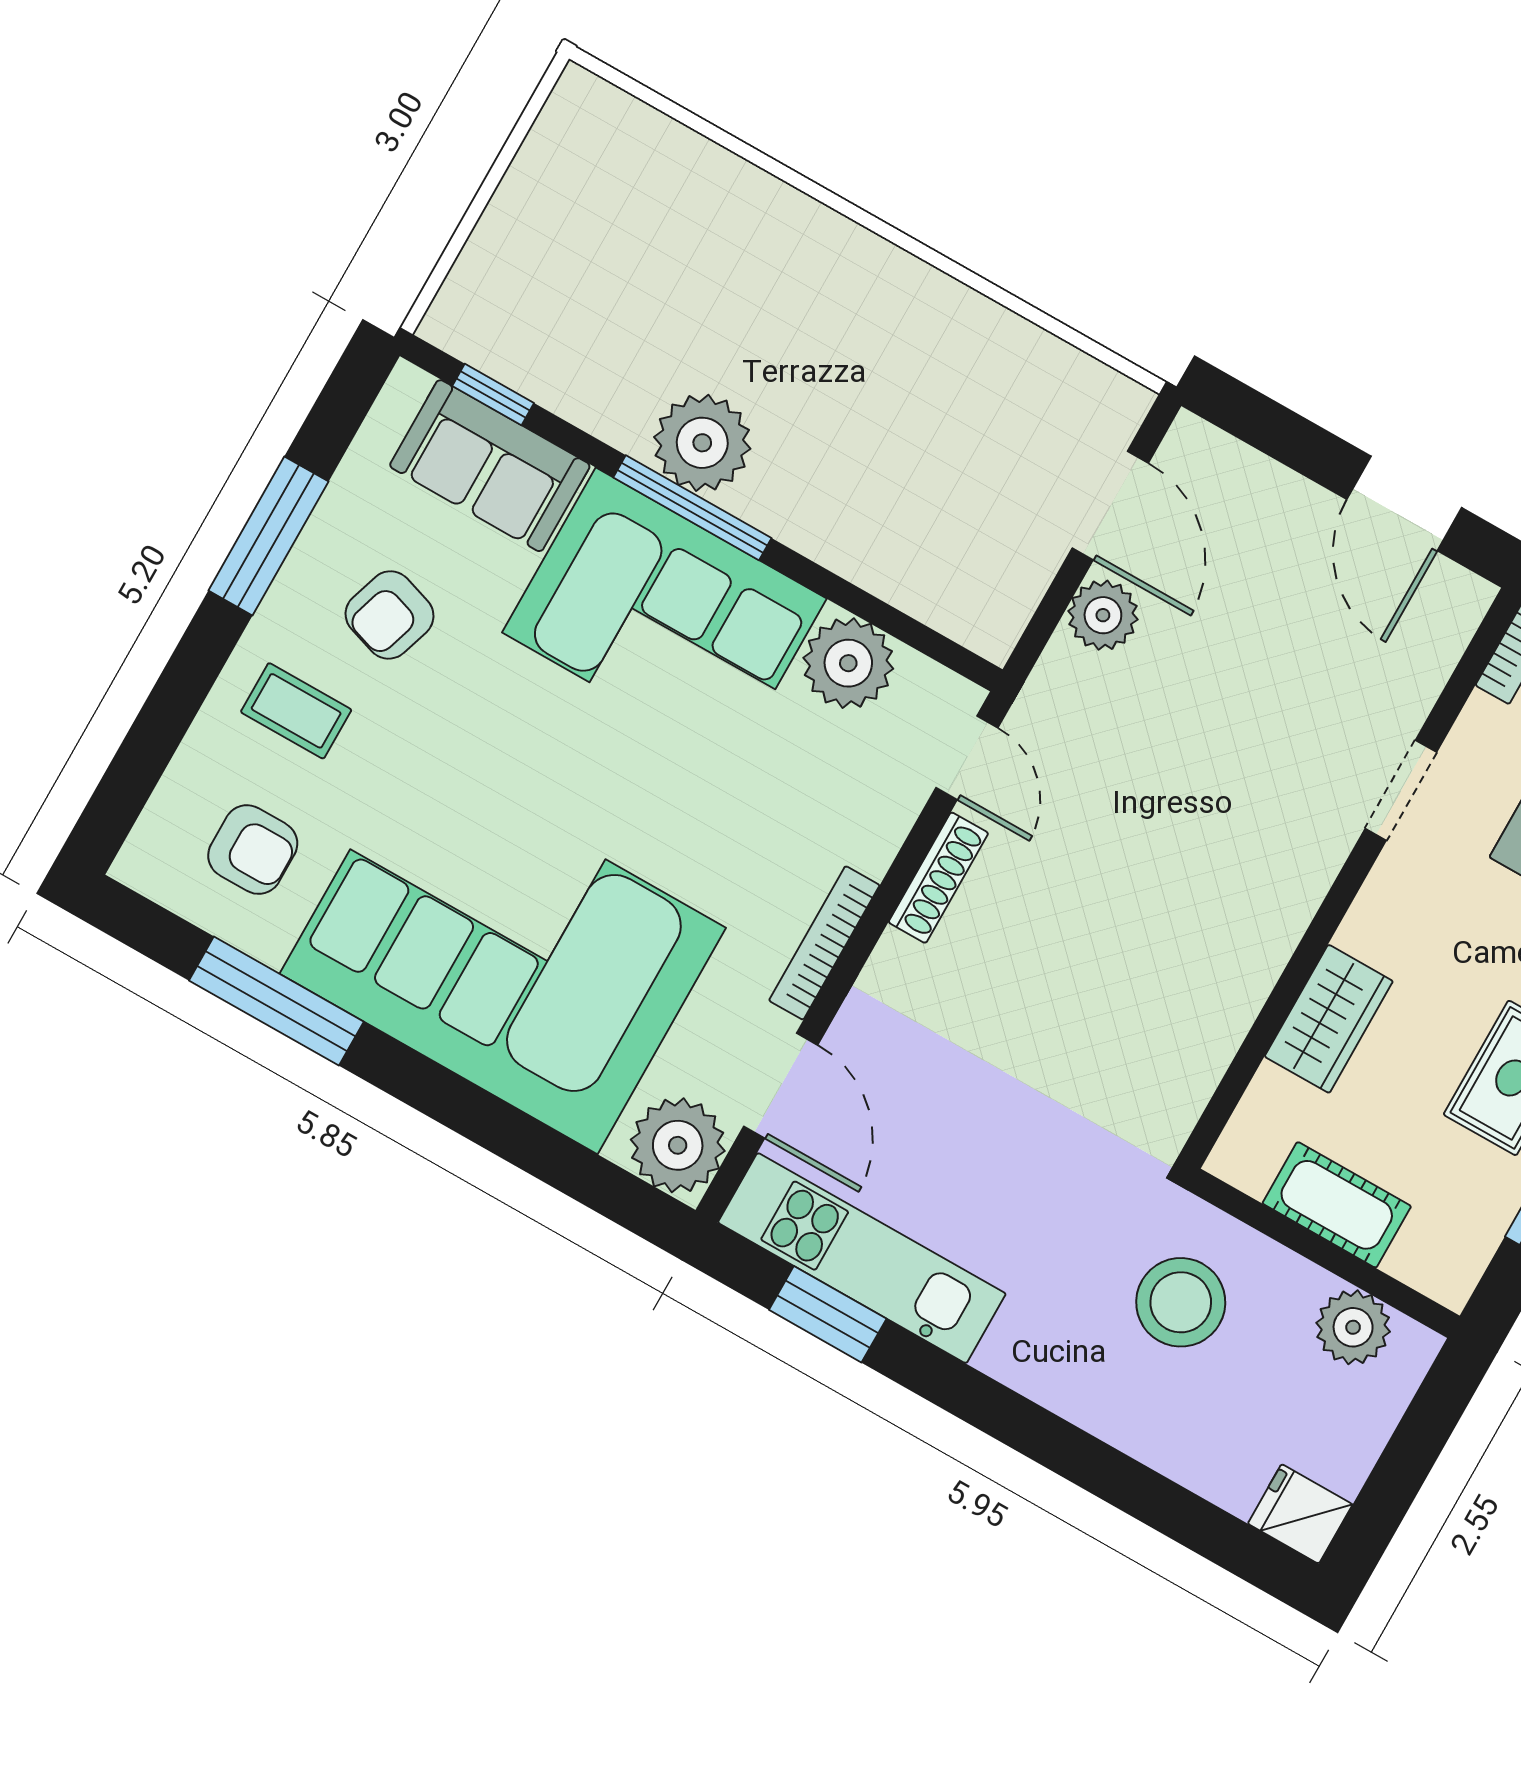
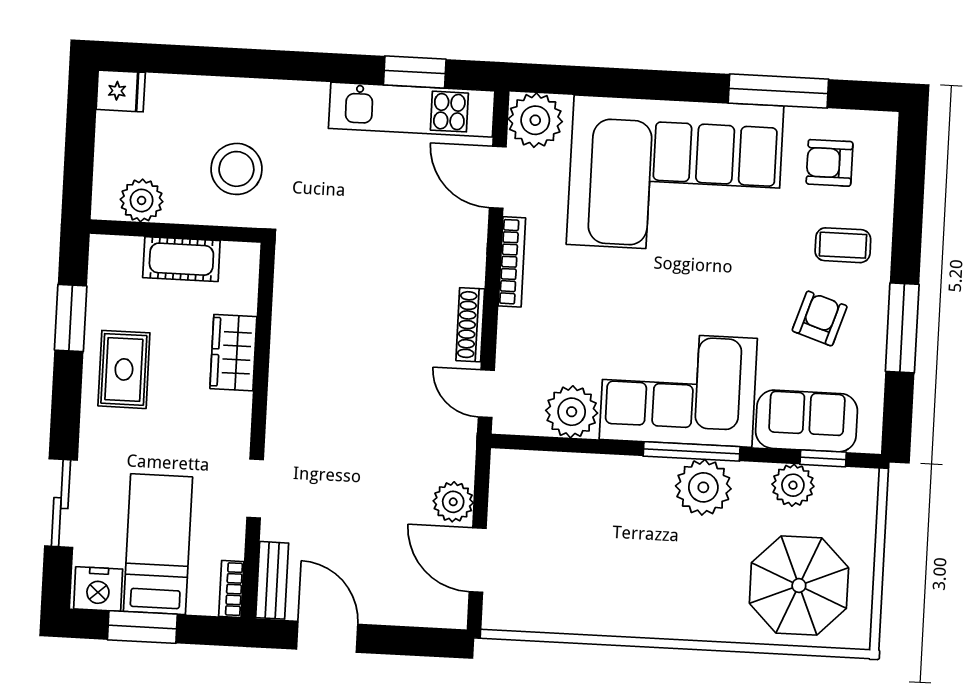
parasol: (630, 215) -> (799, 585), added
plant: (561, 376) -> (793, 485), added
bench: (1446, 634) -> (272, 580), added

